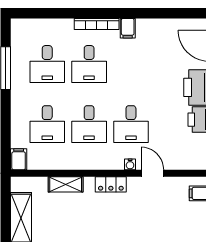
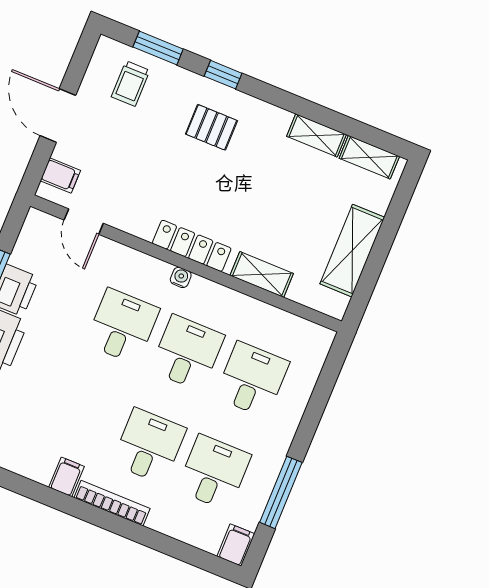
filing cabinet: (19, 159) -> (236, 545), moved, turned 180
water cooler: (130, 164) -> (181, 277), moved
door: (152, 173) -> (84, 222), moved
locker: (111, 184) -> (192, 246), width x1.53

